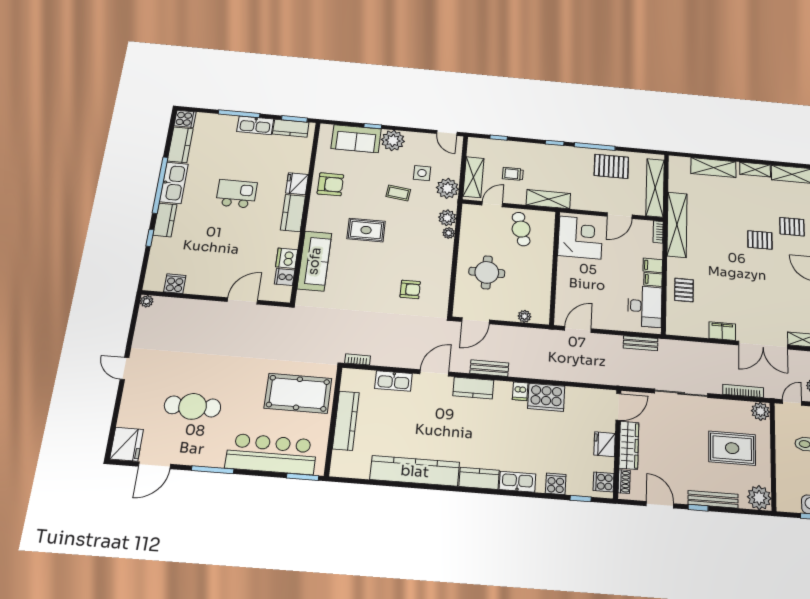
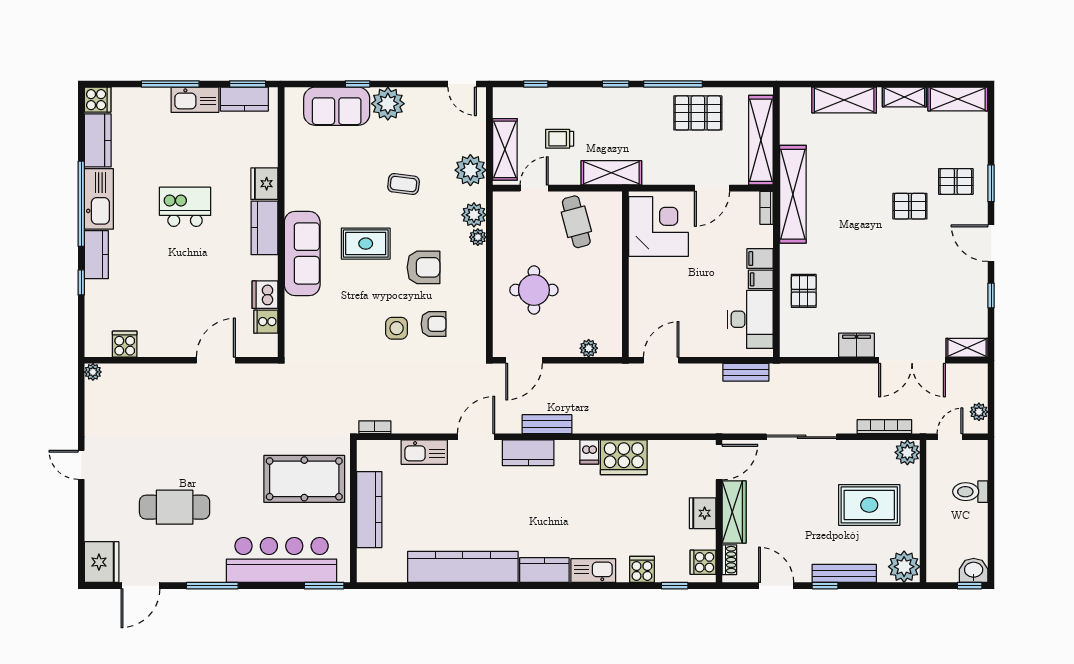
side table: (422, 173) -> (397, 328), moved
armchair: (330, 184) -> (423, 267), moved
sofa: (314, 261) -> (302, 253), moved

